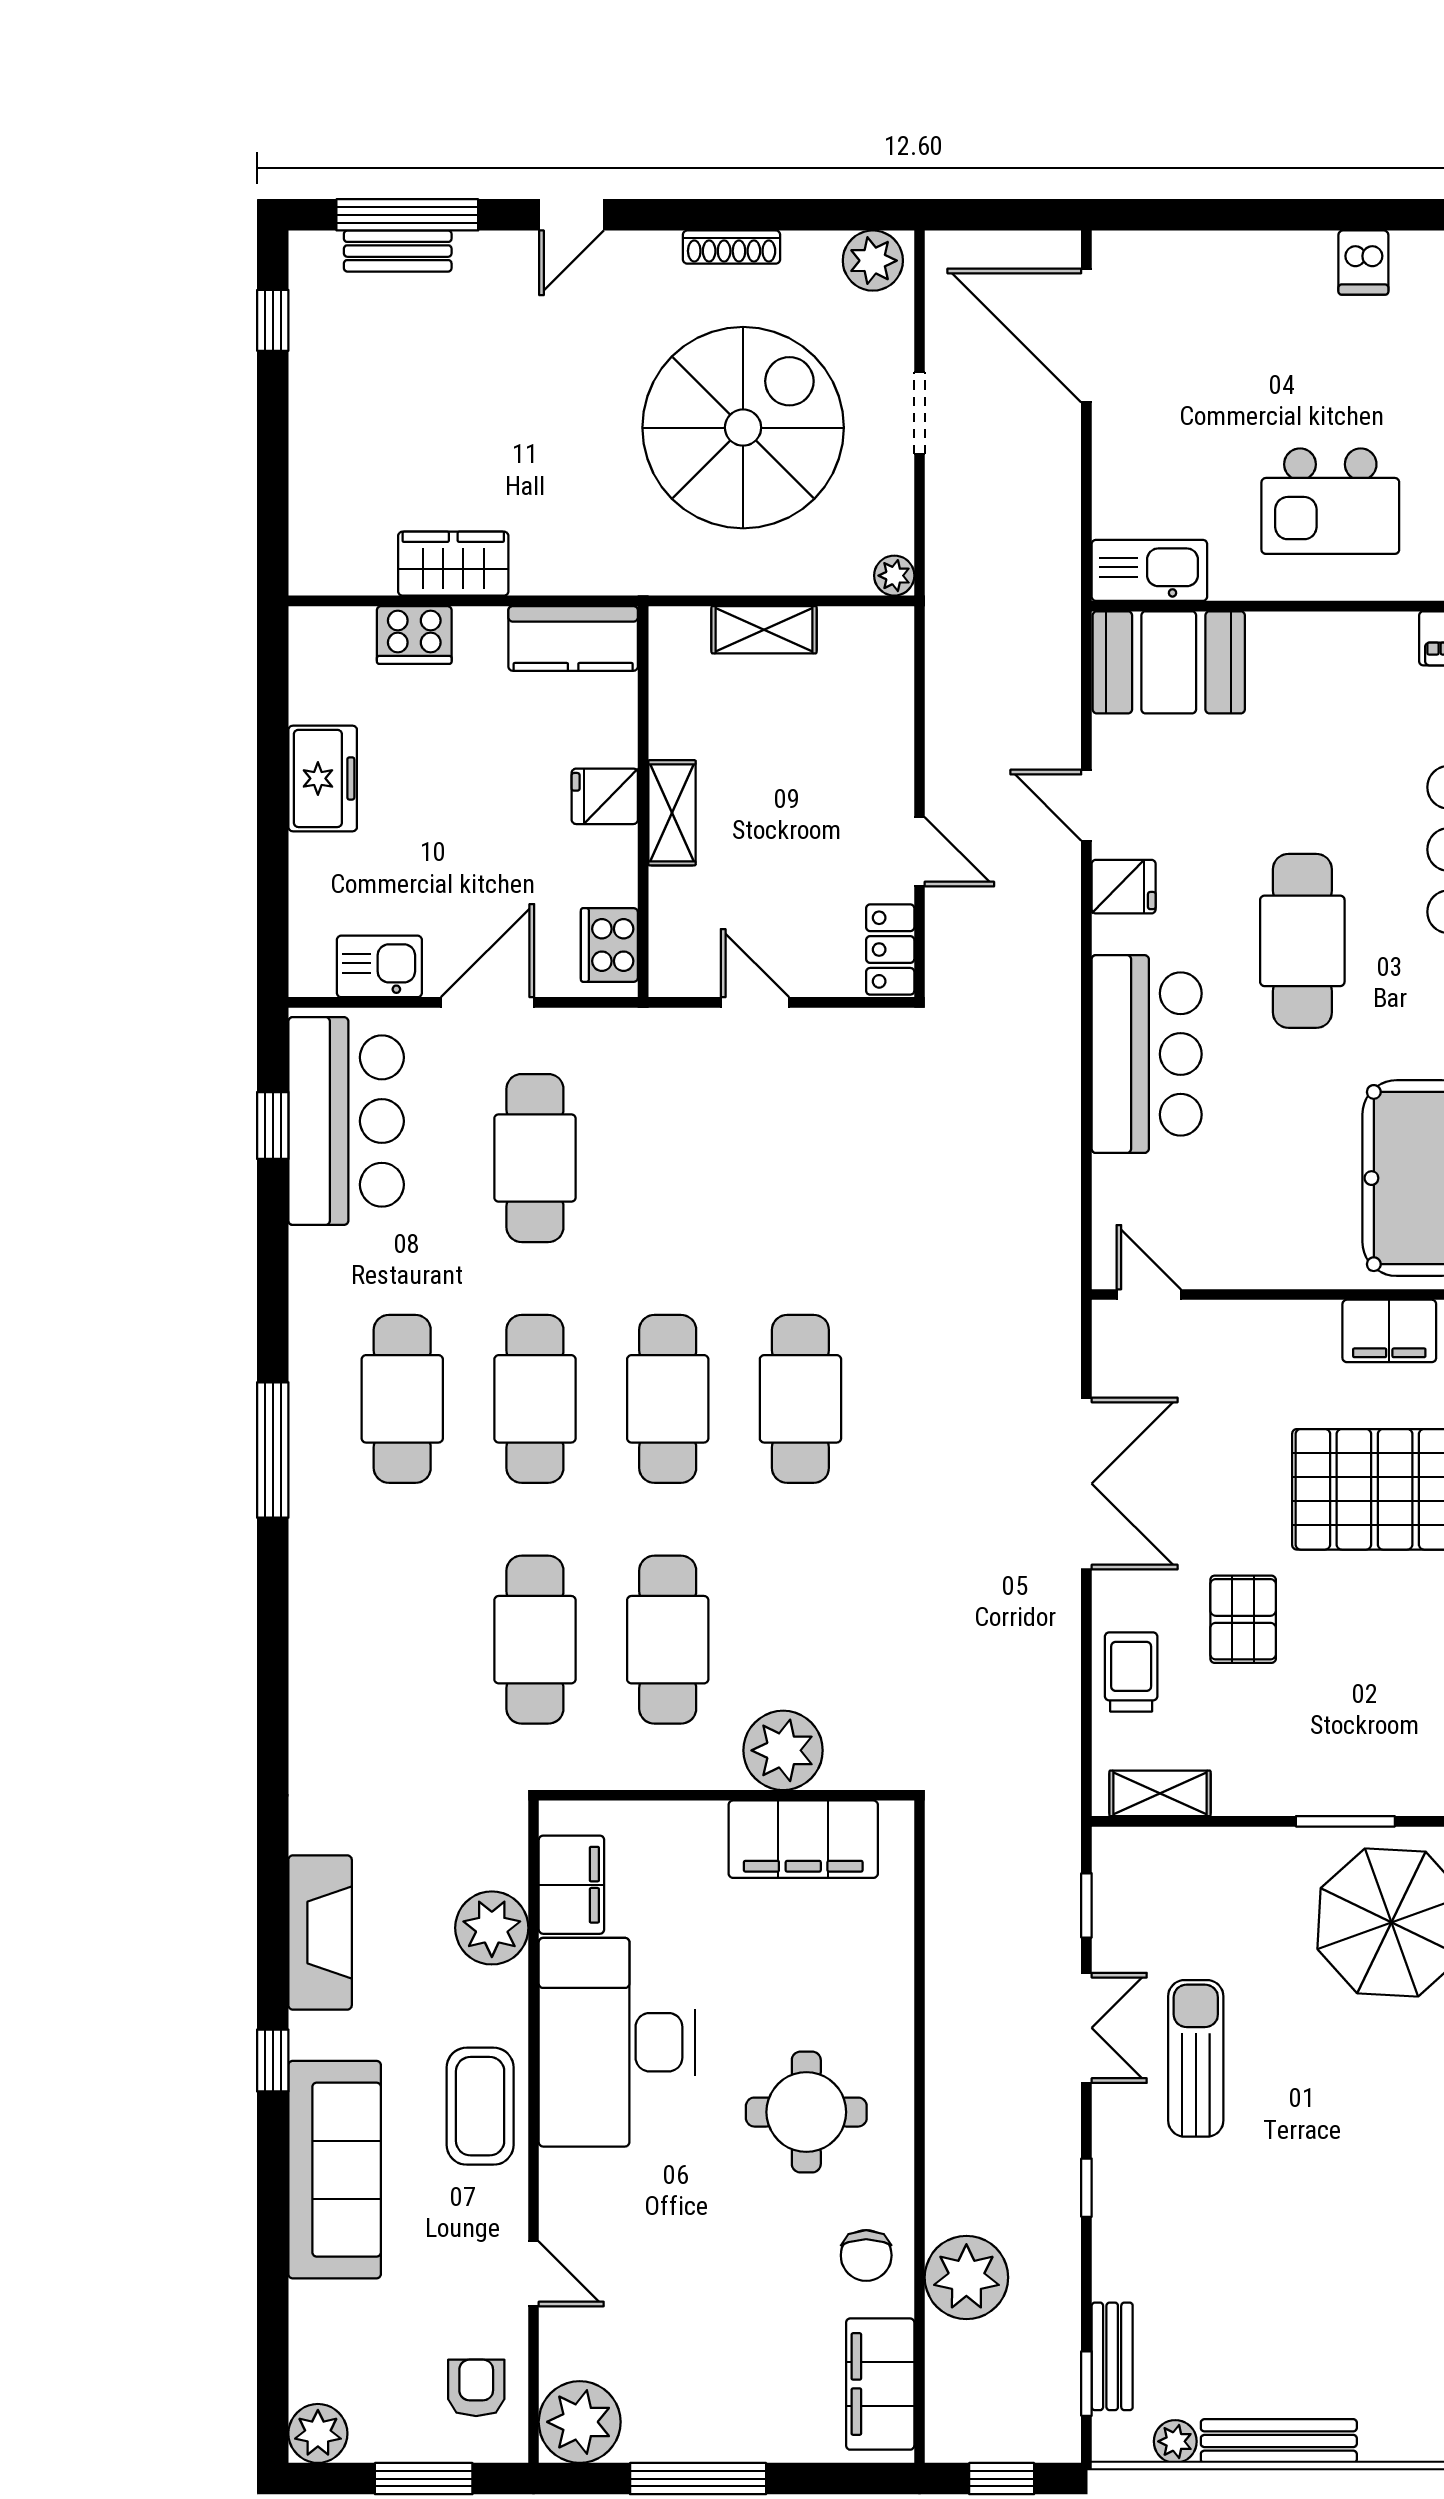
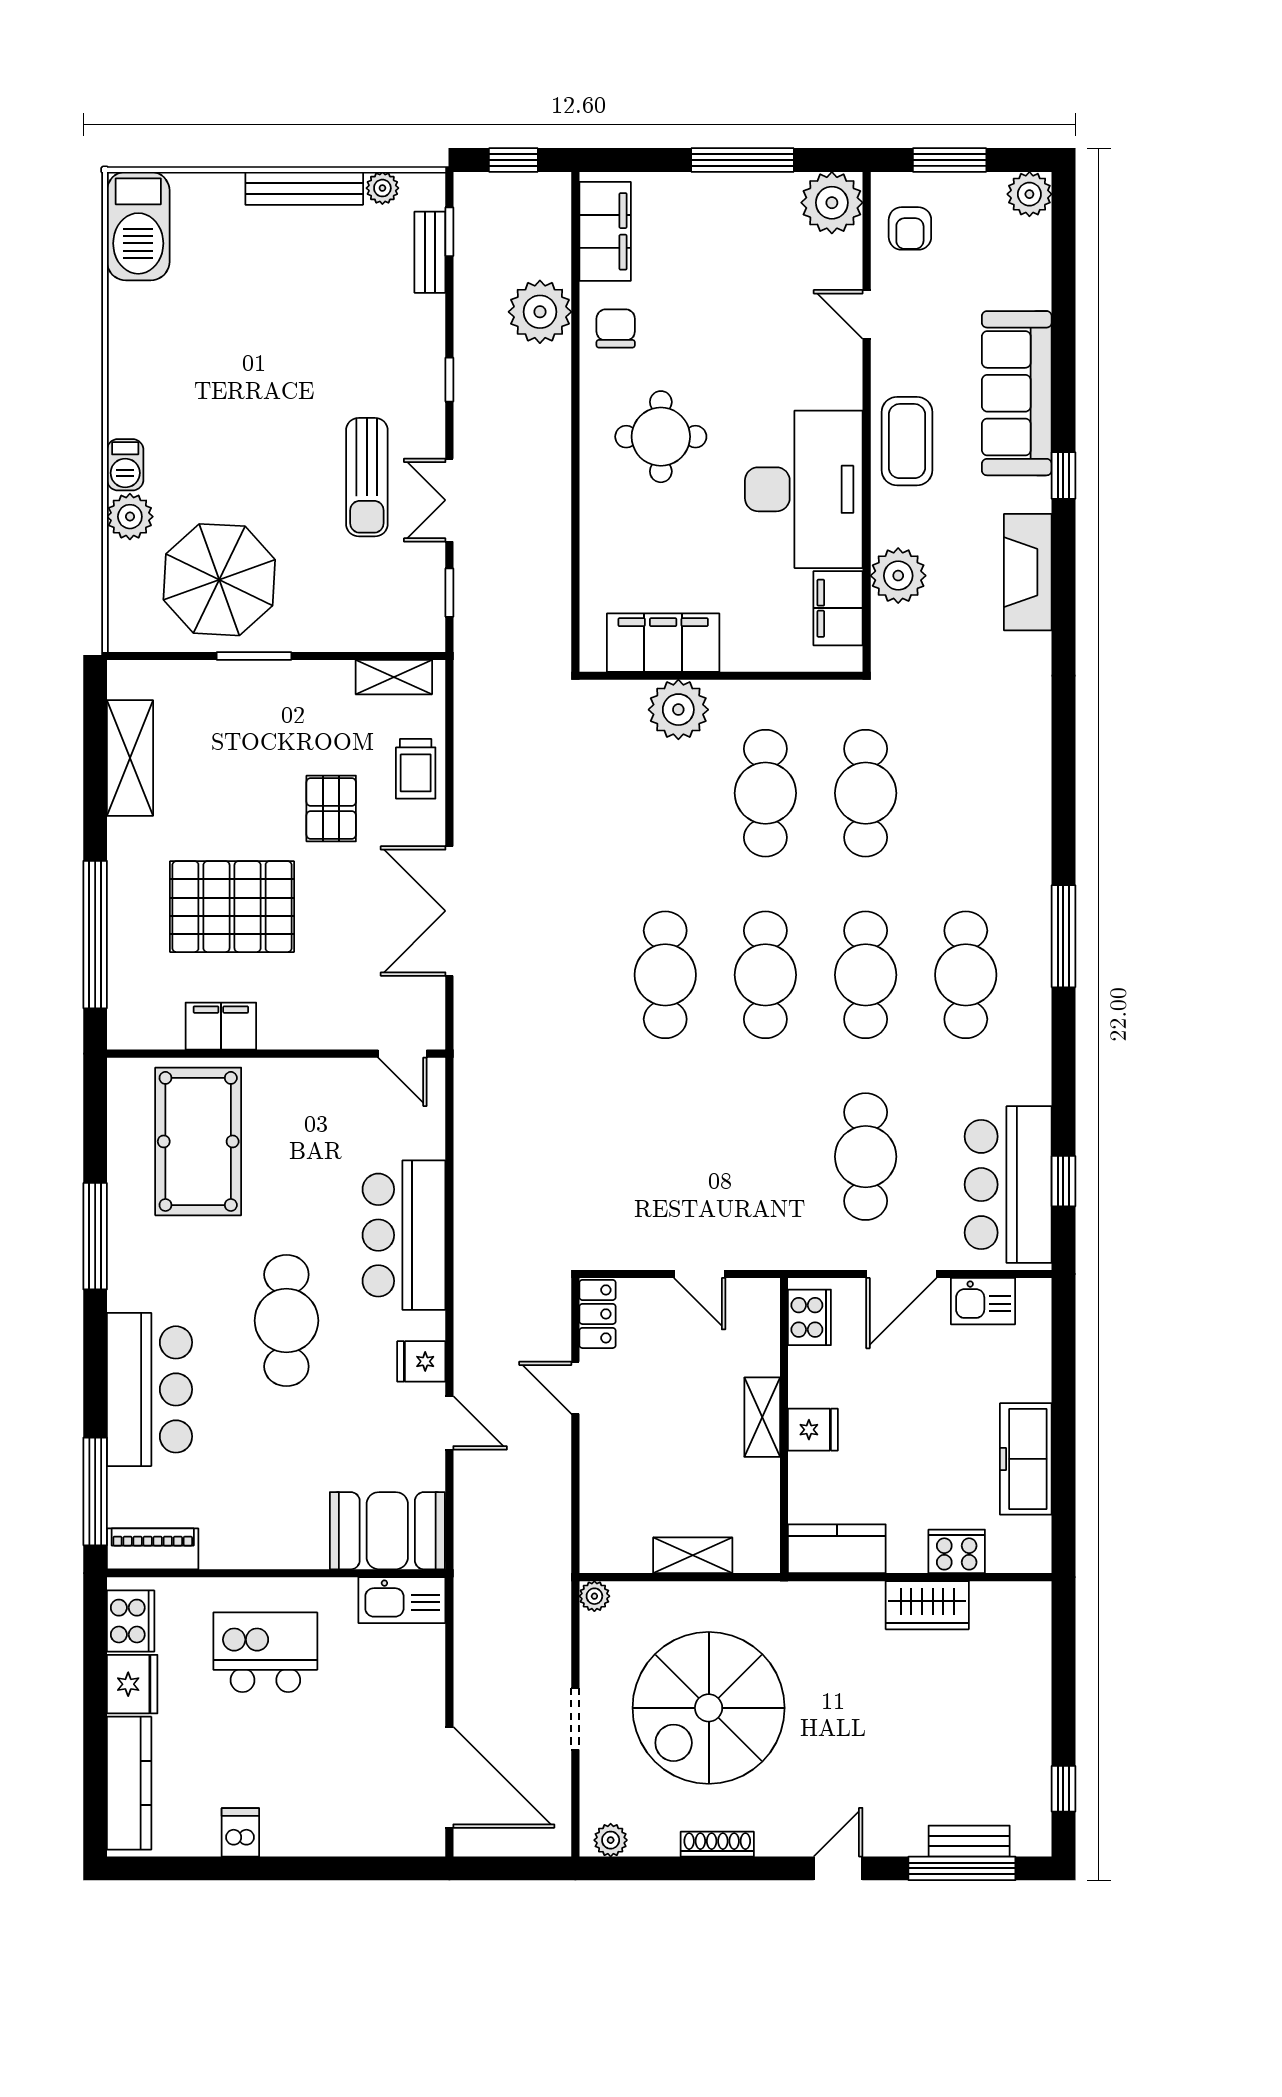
plant: (873, 261) -> (611, 1840), width x0.73, depth x0.73
freezer: (323, 778) -> (1026, 1459), width x1.40

